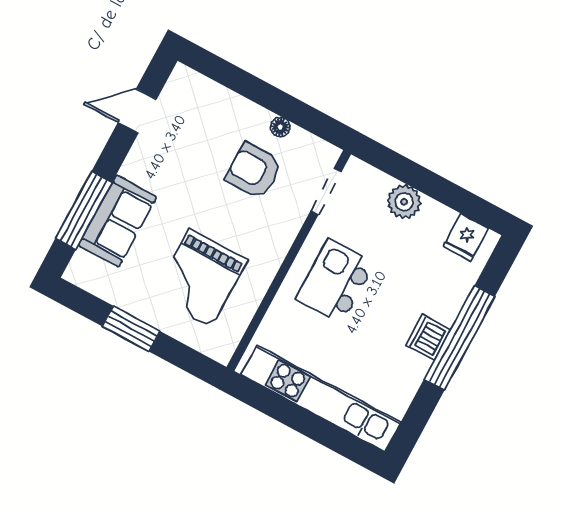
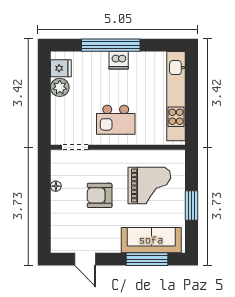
armchair: (254, 171) -> (100, 195), moved, turned 90
plant: (404, 202) -> (60, 87), moved
sofa: (118, 221) -> (151, 240), width x1.36

